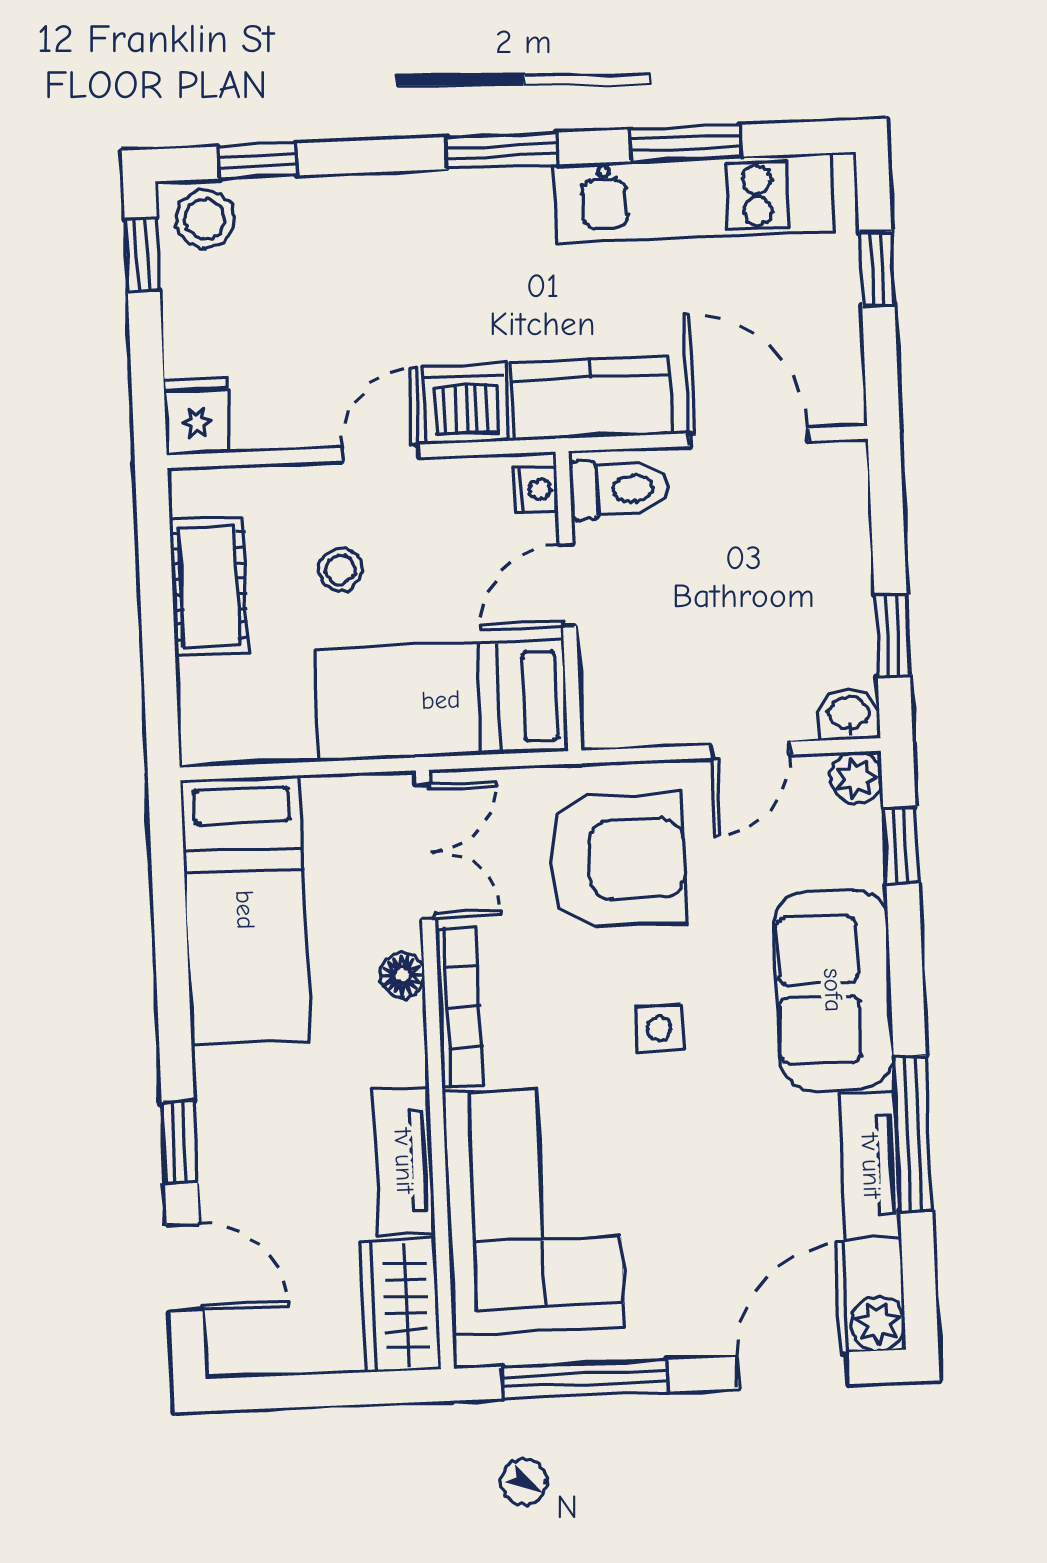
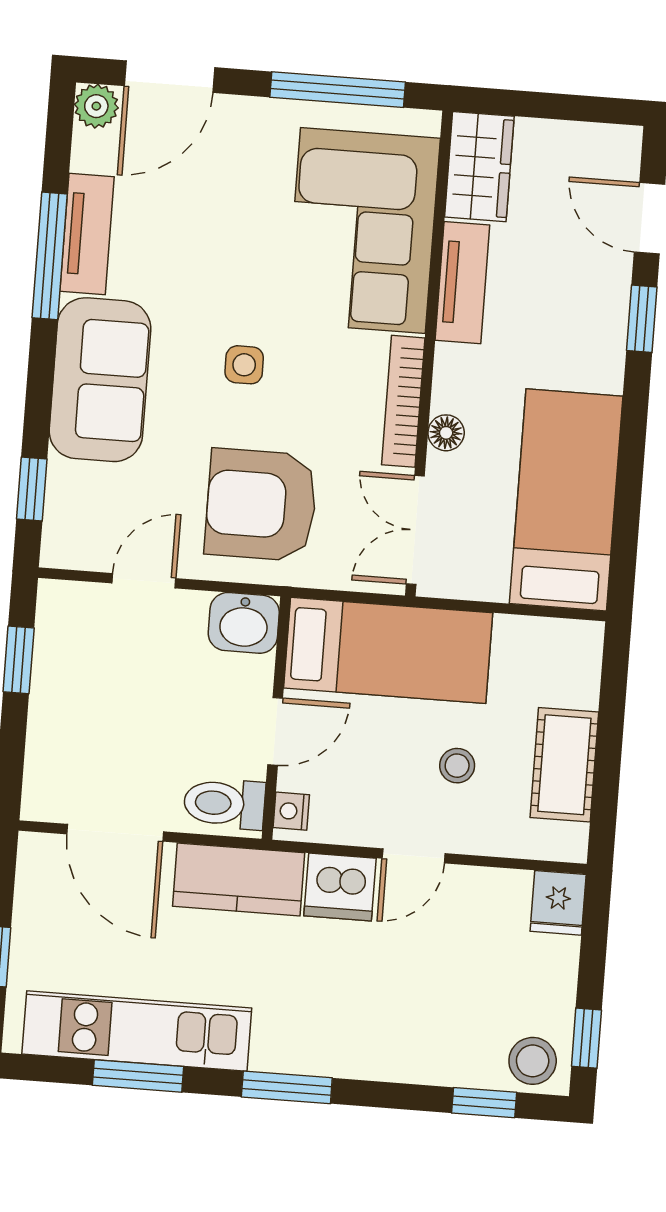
washbasin: (849, 715) -> (244, 623), moved, width x1.38, depth x1.45
plant: (856, 778) -> (61, 548), removed

